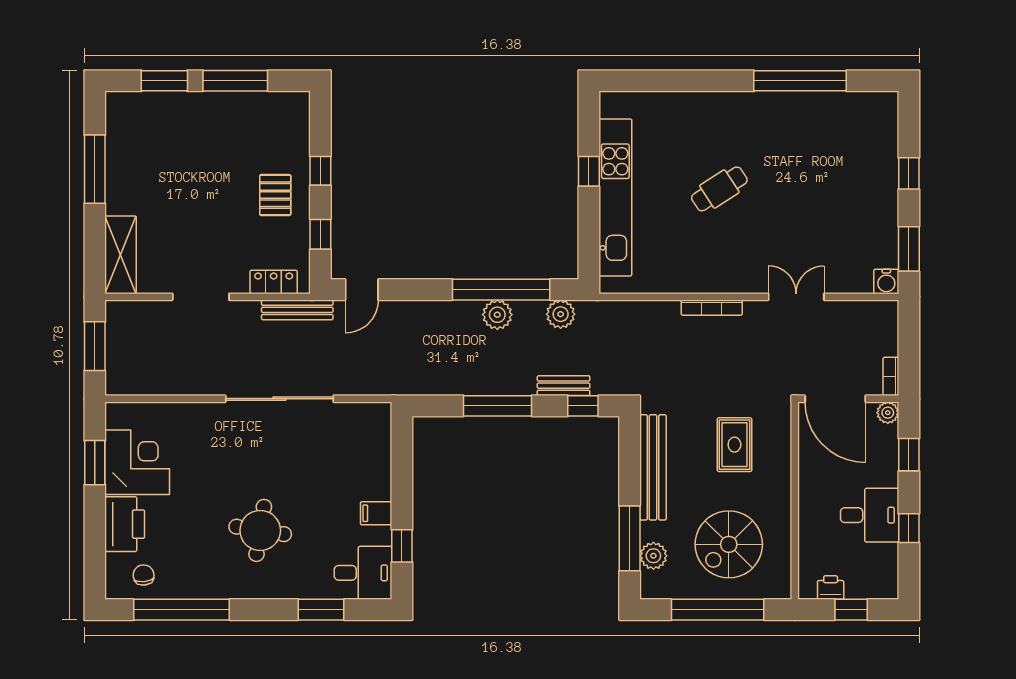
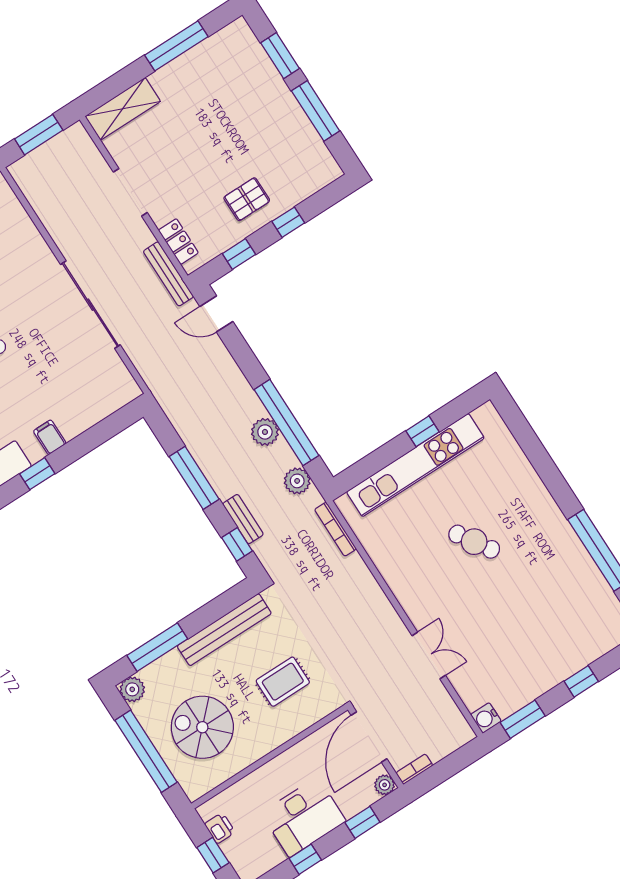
bookcase: (712, 308) -> (335, 529), moved
desk: (870, 515) -> (303, 817), width x1.37
plant: (653, 556) -> (132, 689), moved

